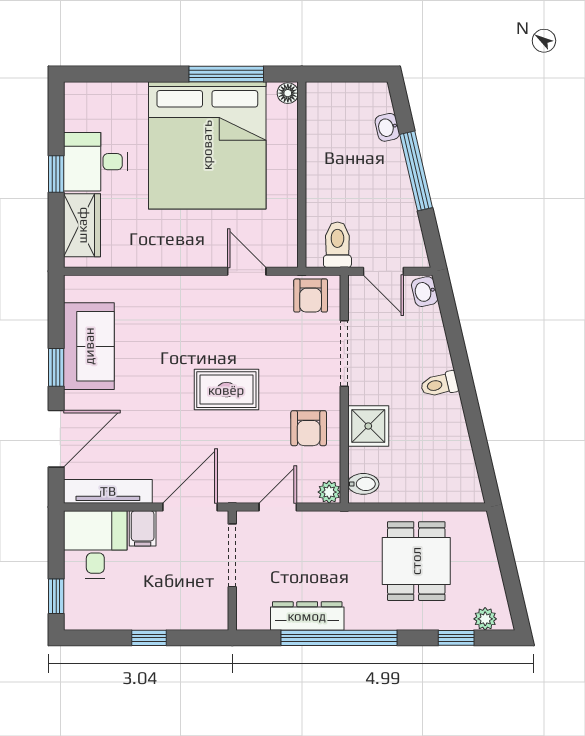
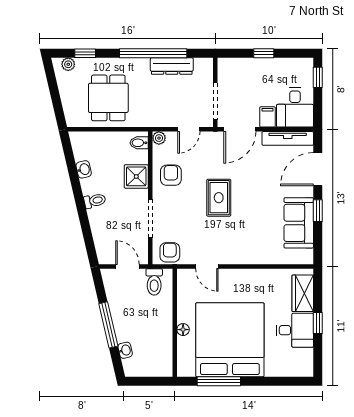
floor lamp: (288, 93) -> (183, 330), moved
washbasin: (425, 292) -> (84, 169), moved
rug: (226, 390) -> (219, 198), turned 90

